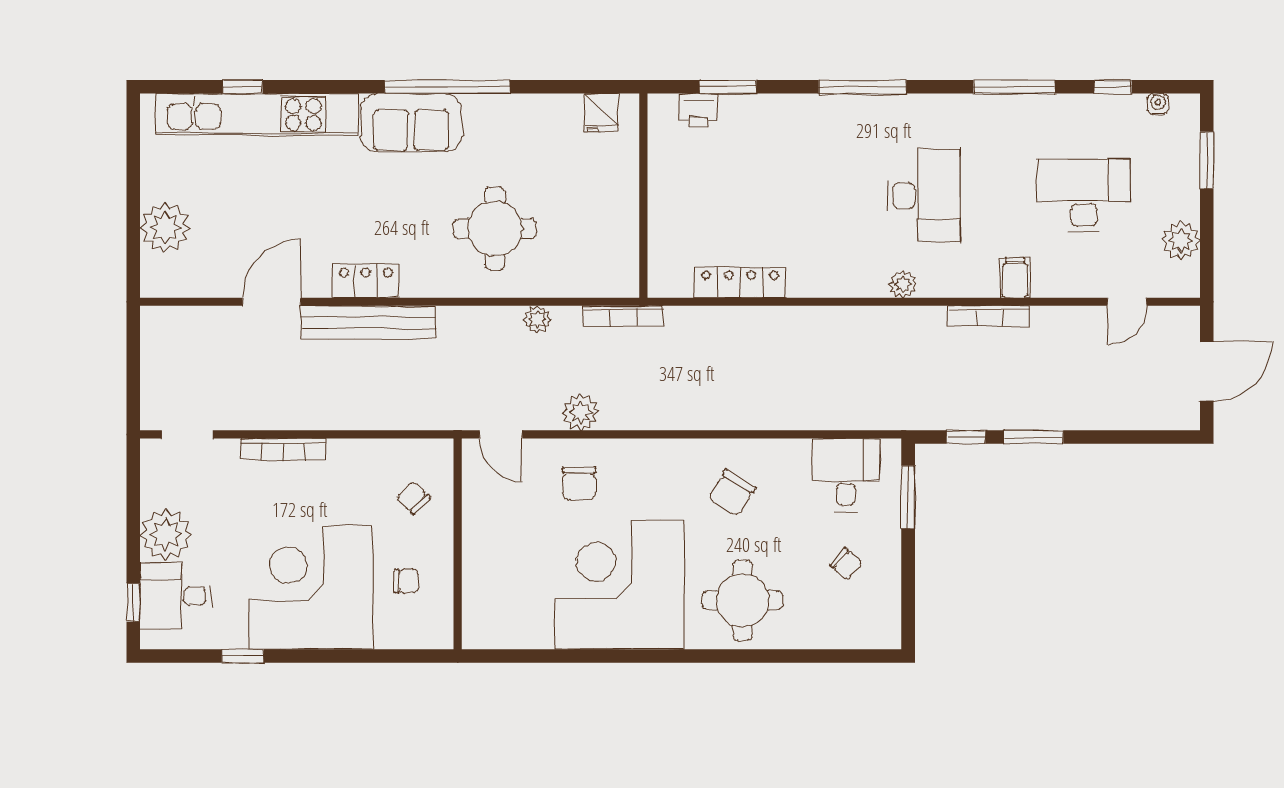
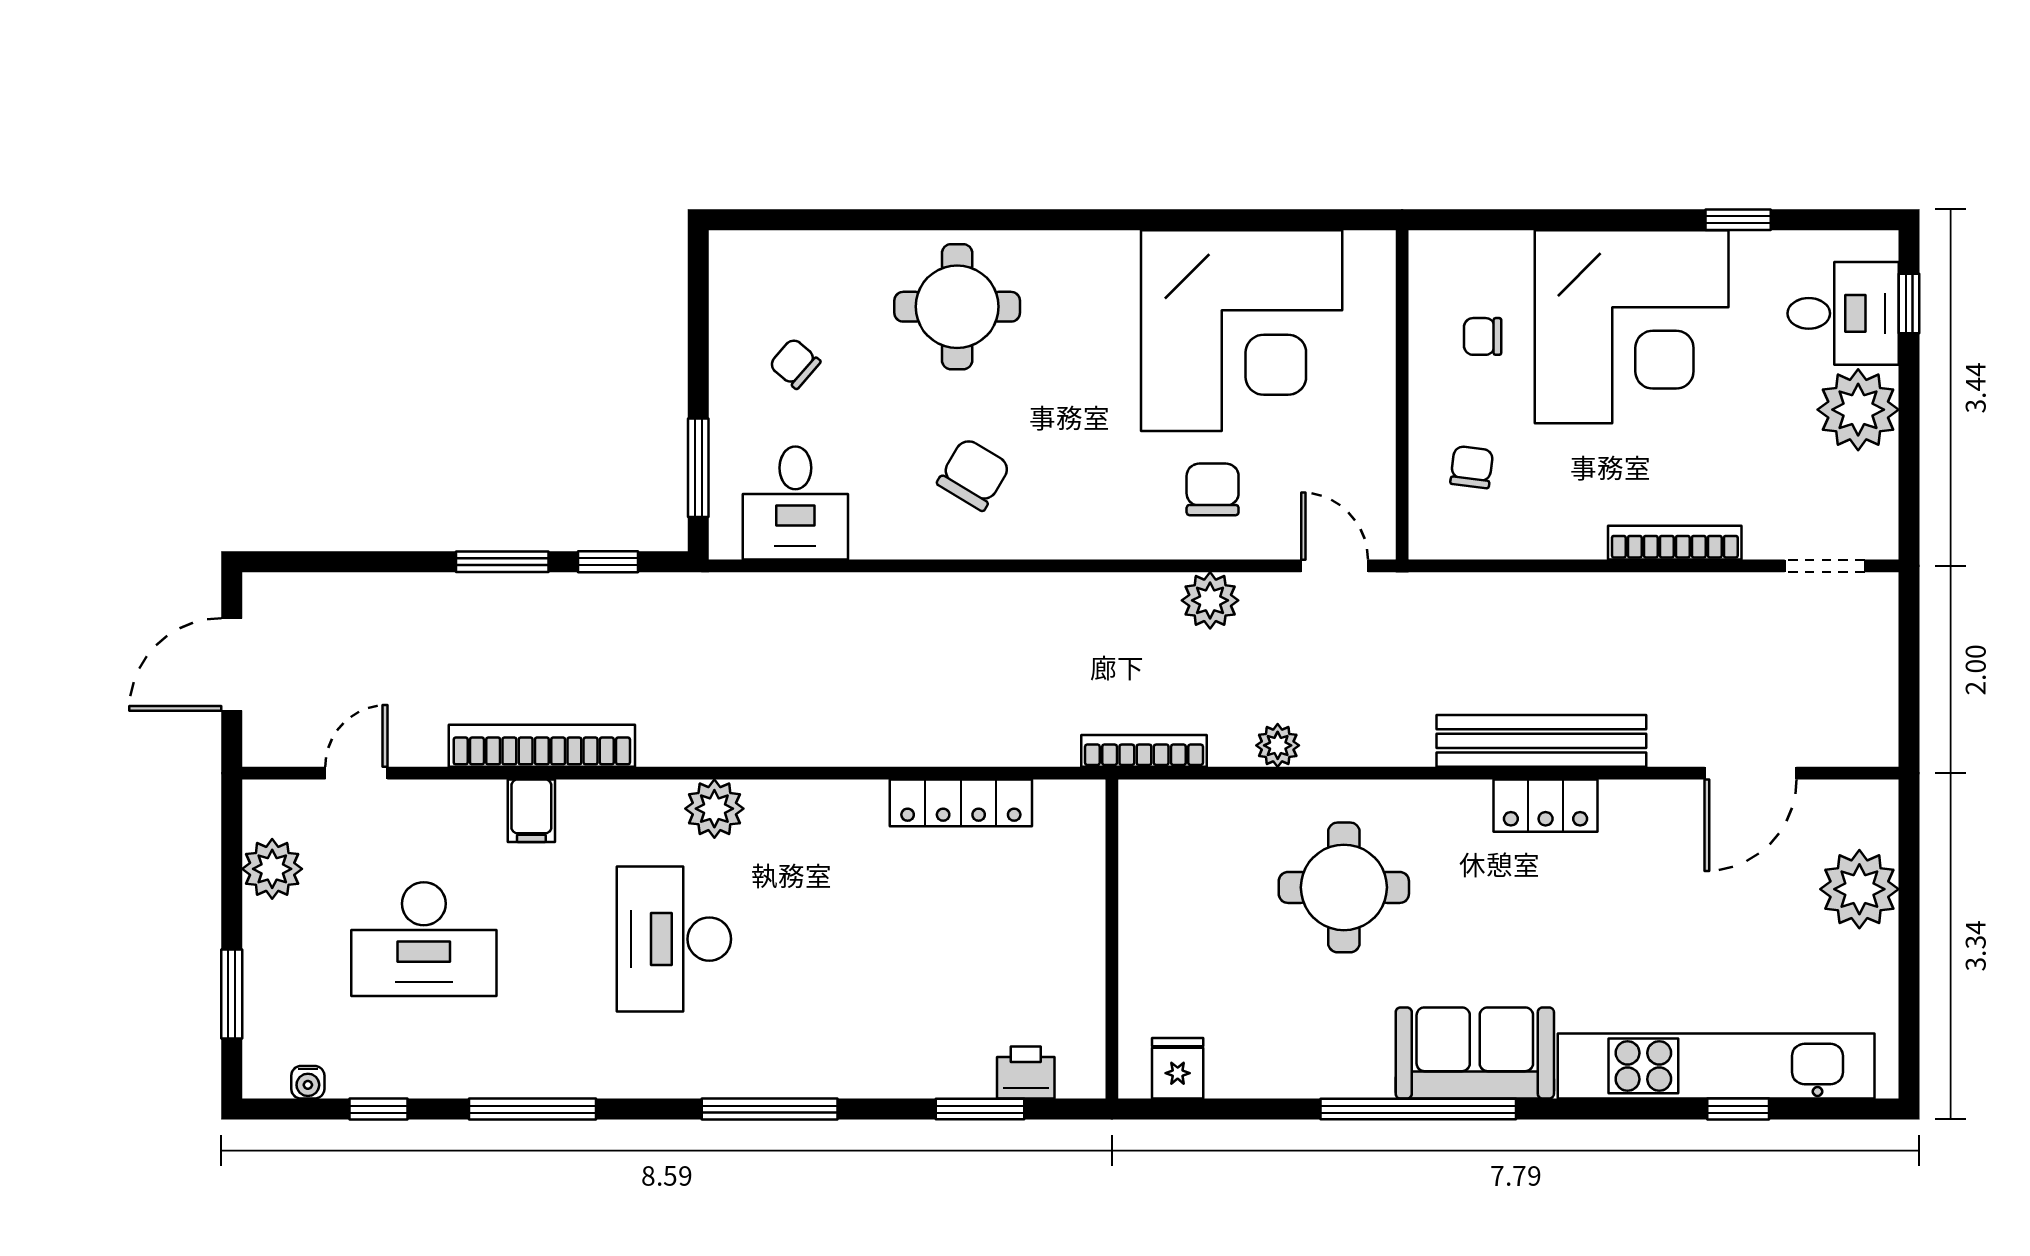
plant: (903, 284) -> (714, 809), width x1.38, depth x1.38
door: (272, 302) -> (1751, 773), moved
bookcase: (989, 316) -> (542, 746), width x1.48, depth x1.31
chair: (413, 498) -> (1472, 467), turned -127
corner desk: (619, 585) -> (1242, 331), moved

